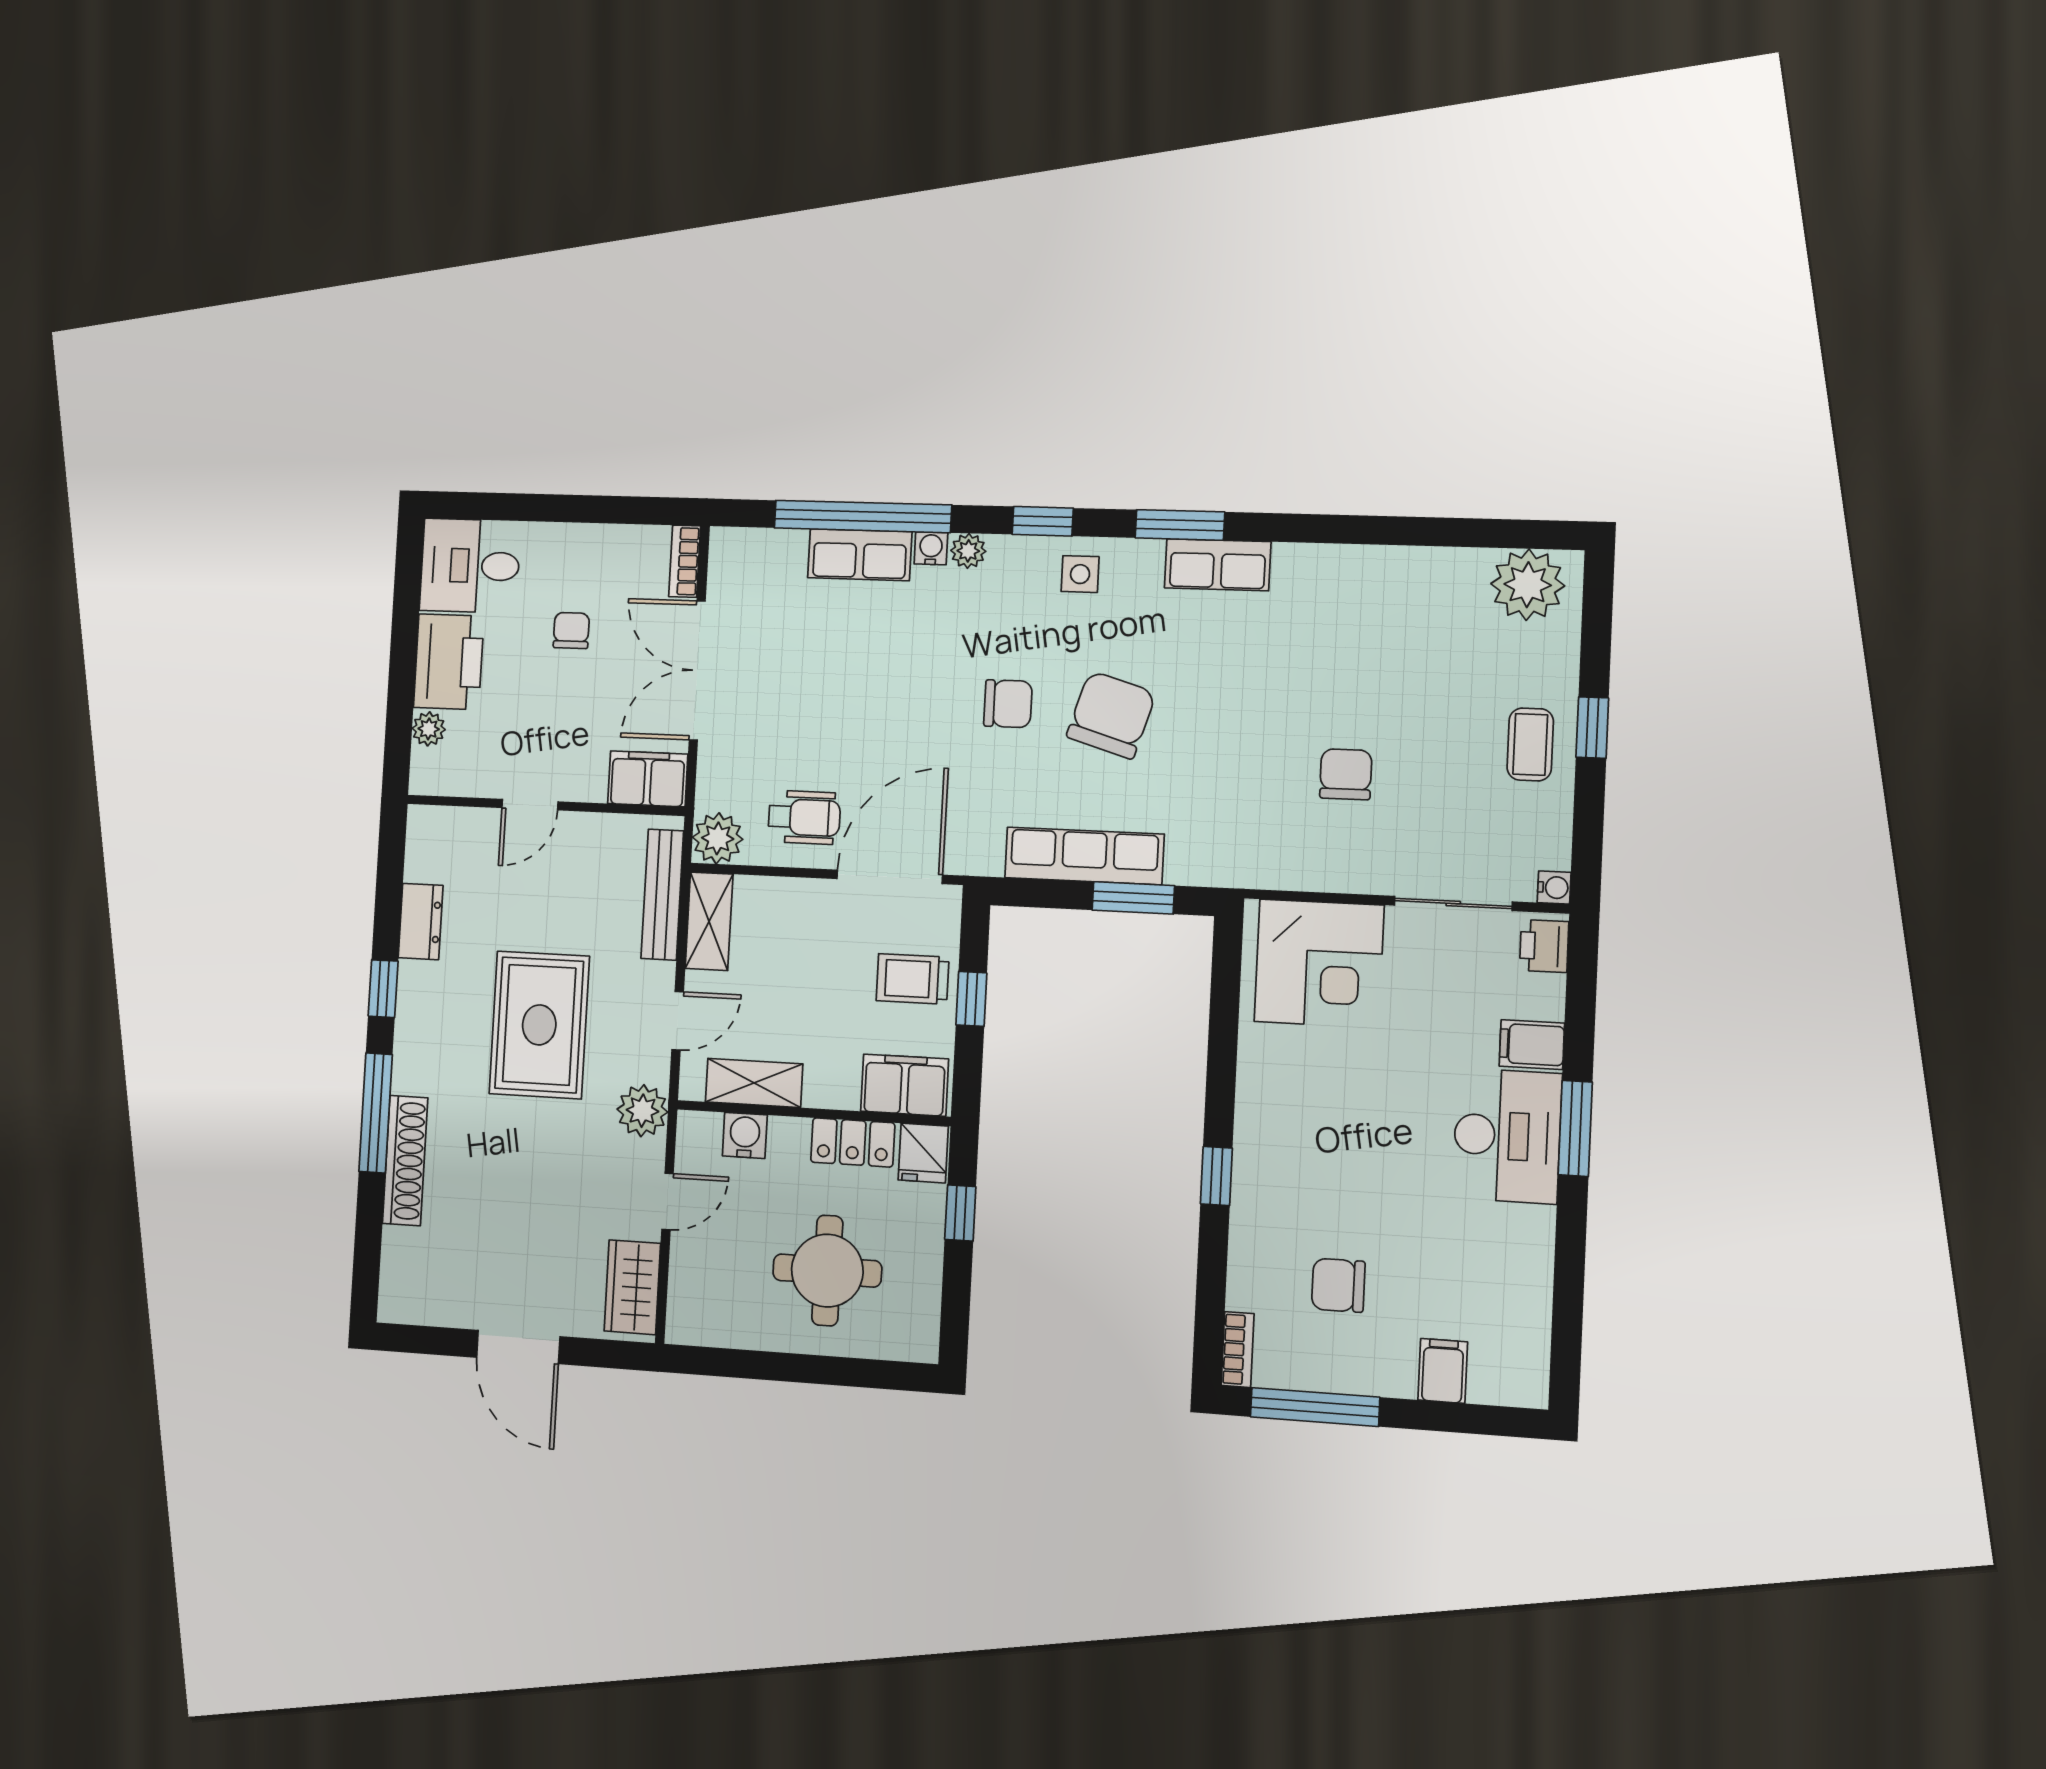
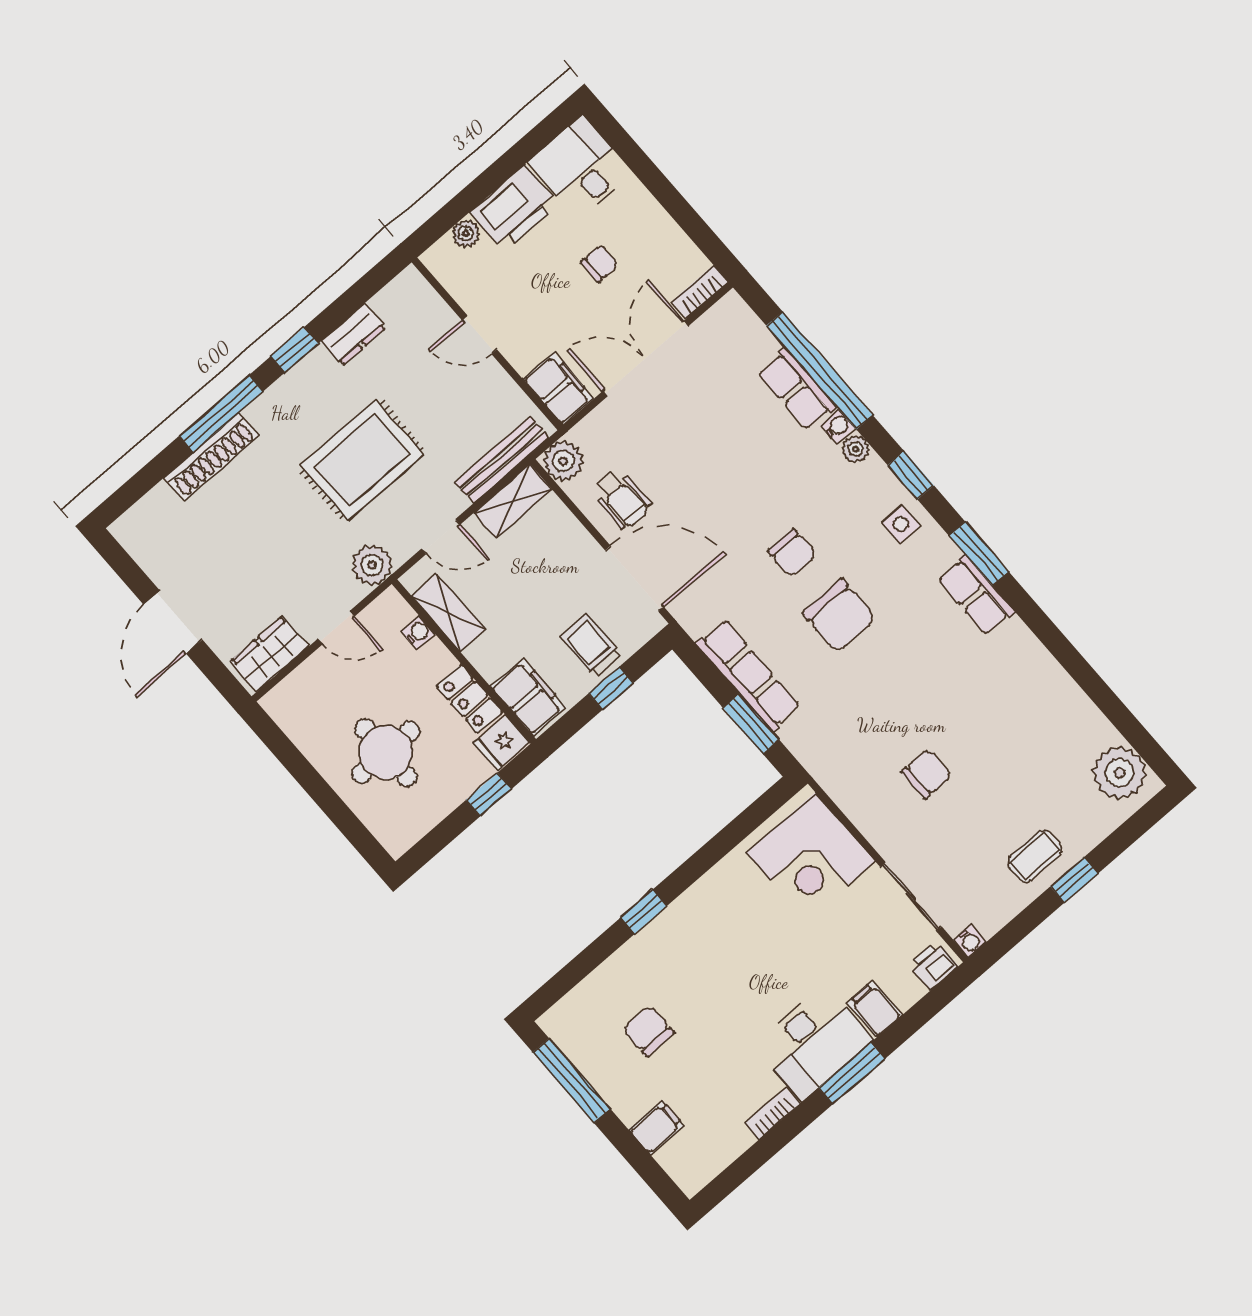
chair: (1111, 715) -> (839, 616), turned 73
water cooler: (745, 1135) -> (418, 632), width x0.72, depth x0.72
bookcase: (1238, 1349) -> (772, 1114), moved, turned 180

